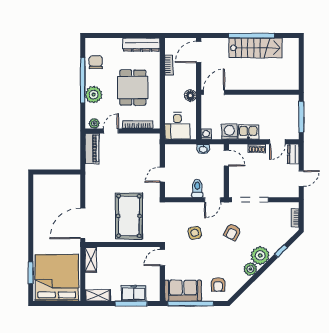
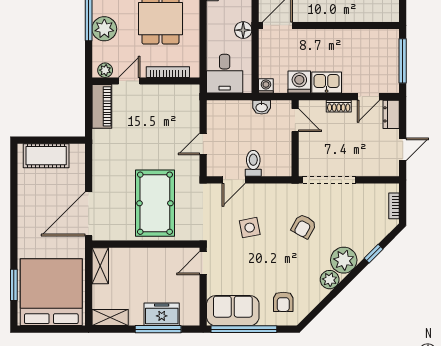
cot: (53, 183) -> (46, 156), added
door: (213, 200) -> (234, 180), moved

